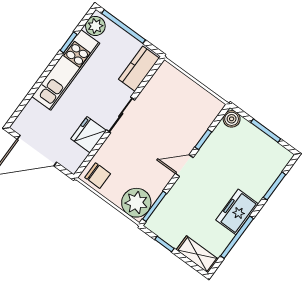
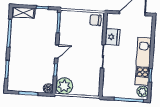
kitchen counter: (139, 69) -> (108, 84), removed
plant: (136, 203) -> (64, 86), moved
freezer: (237, 212) -> (17, 45), removed

